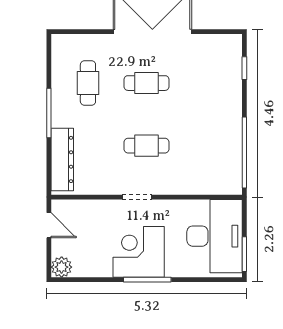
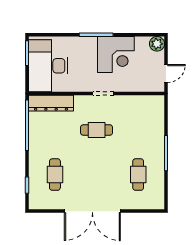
cafe table: (147, 83) -> (55, 175), moved, turned 90
dresser: (62, 159) -> (51, 103), moved, turned -90
door: (49, 225) -> (166, 73), swing flipped
corner desk: (139, 252) -> (116, 55), moved

